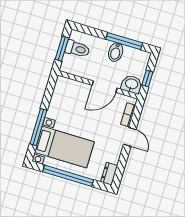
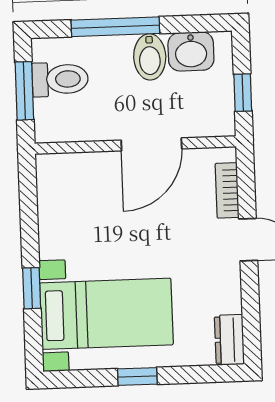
window: (124, 41) -> (115, 27), moved
washbasin: (132, 84) -> (191, 51), moved, turned 180
window: (38, 127) -> (32, 288), width x0.46
window: (68, 176) -> (137, 376), width x0.32

